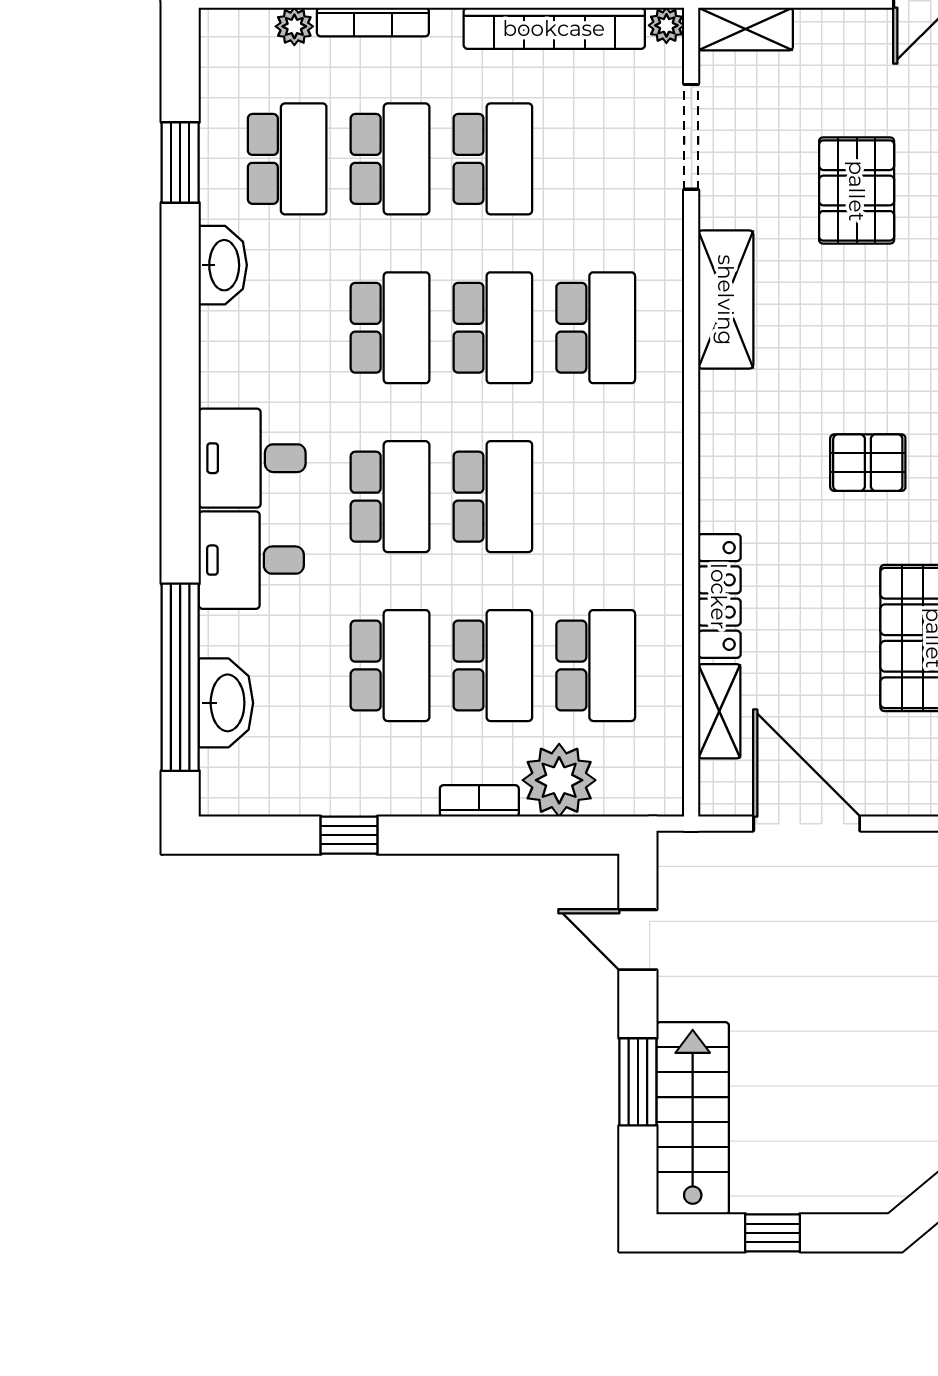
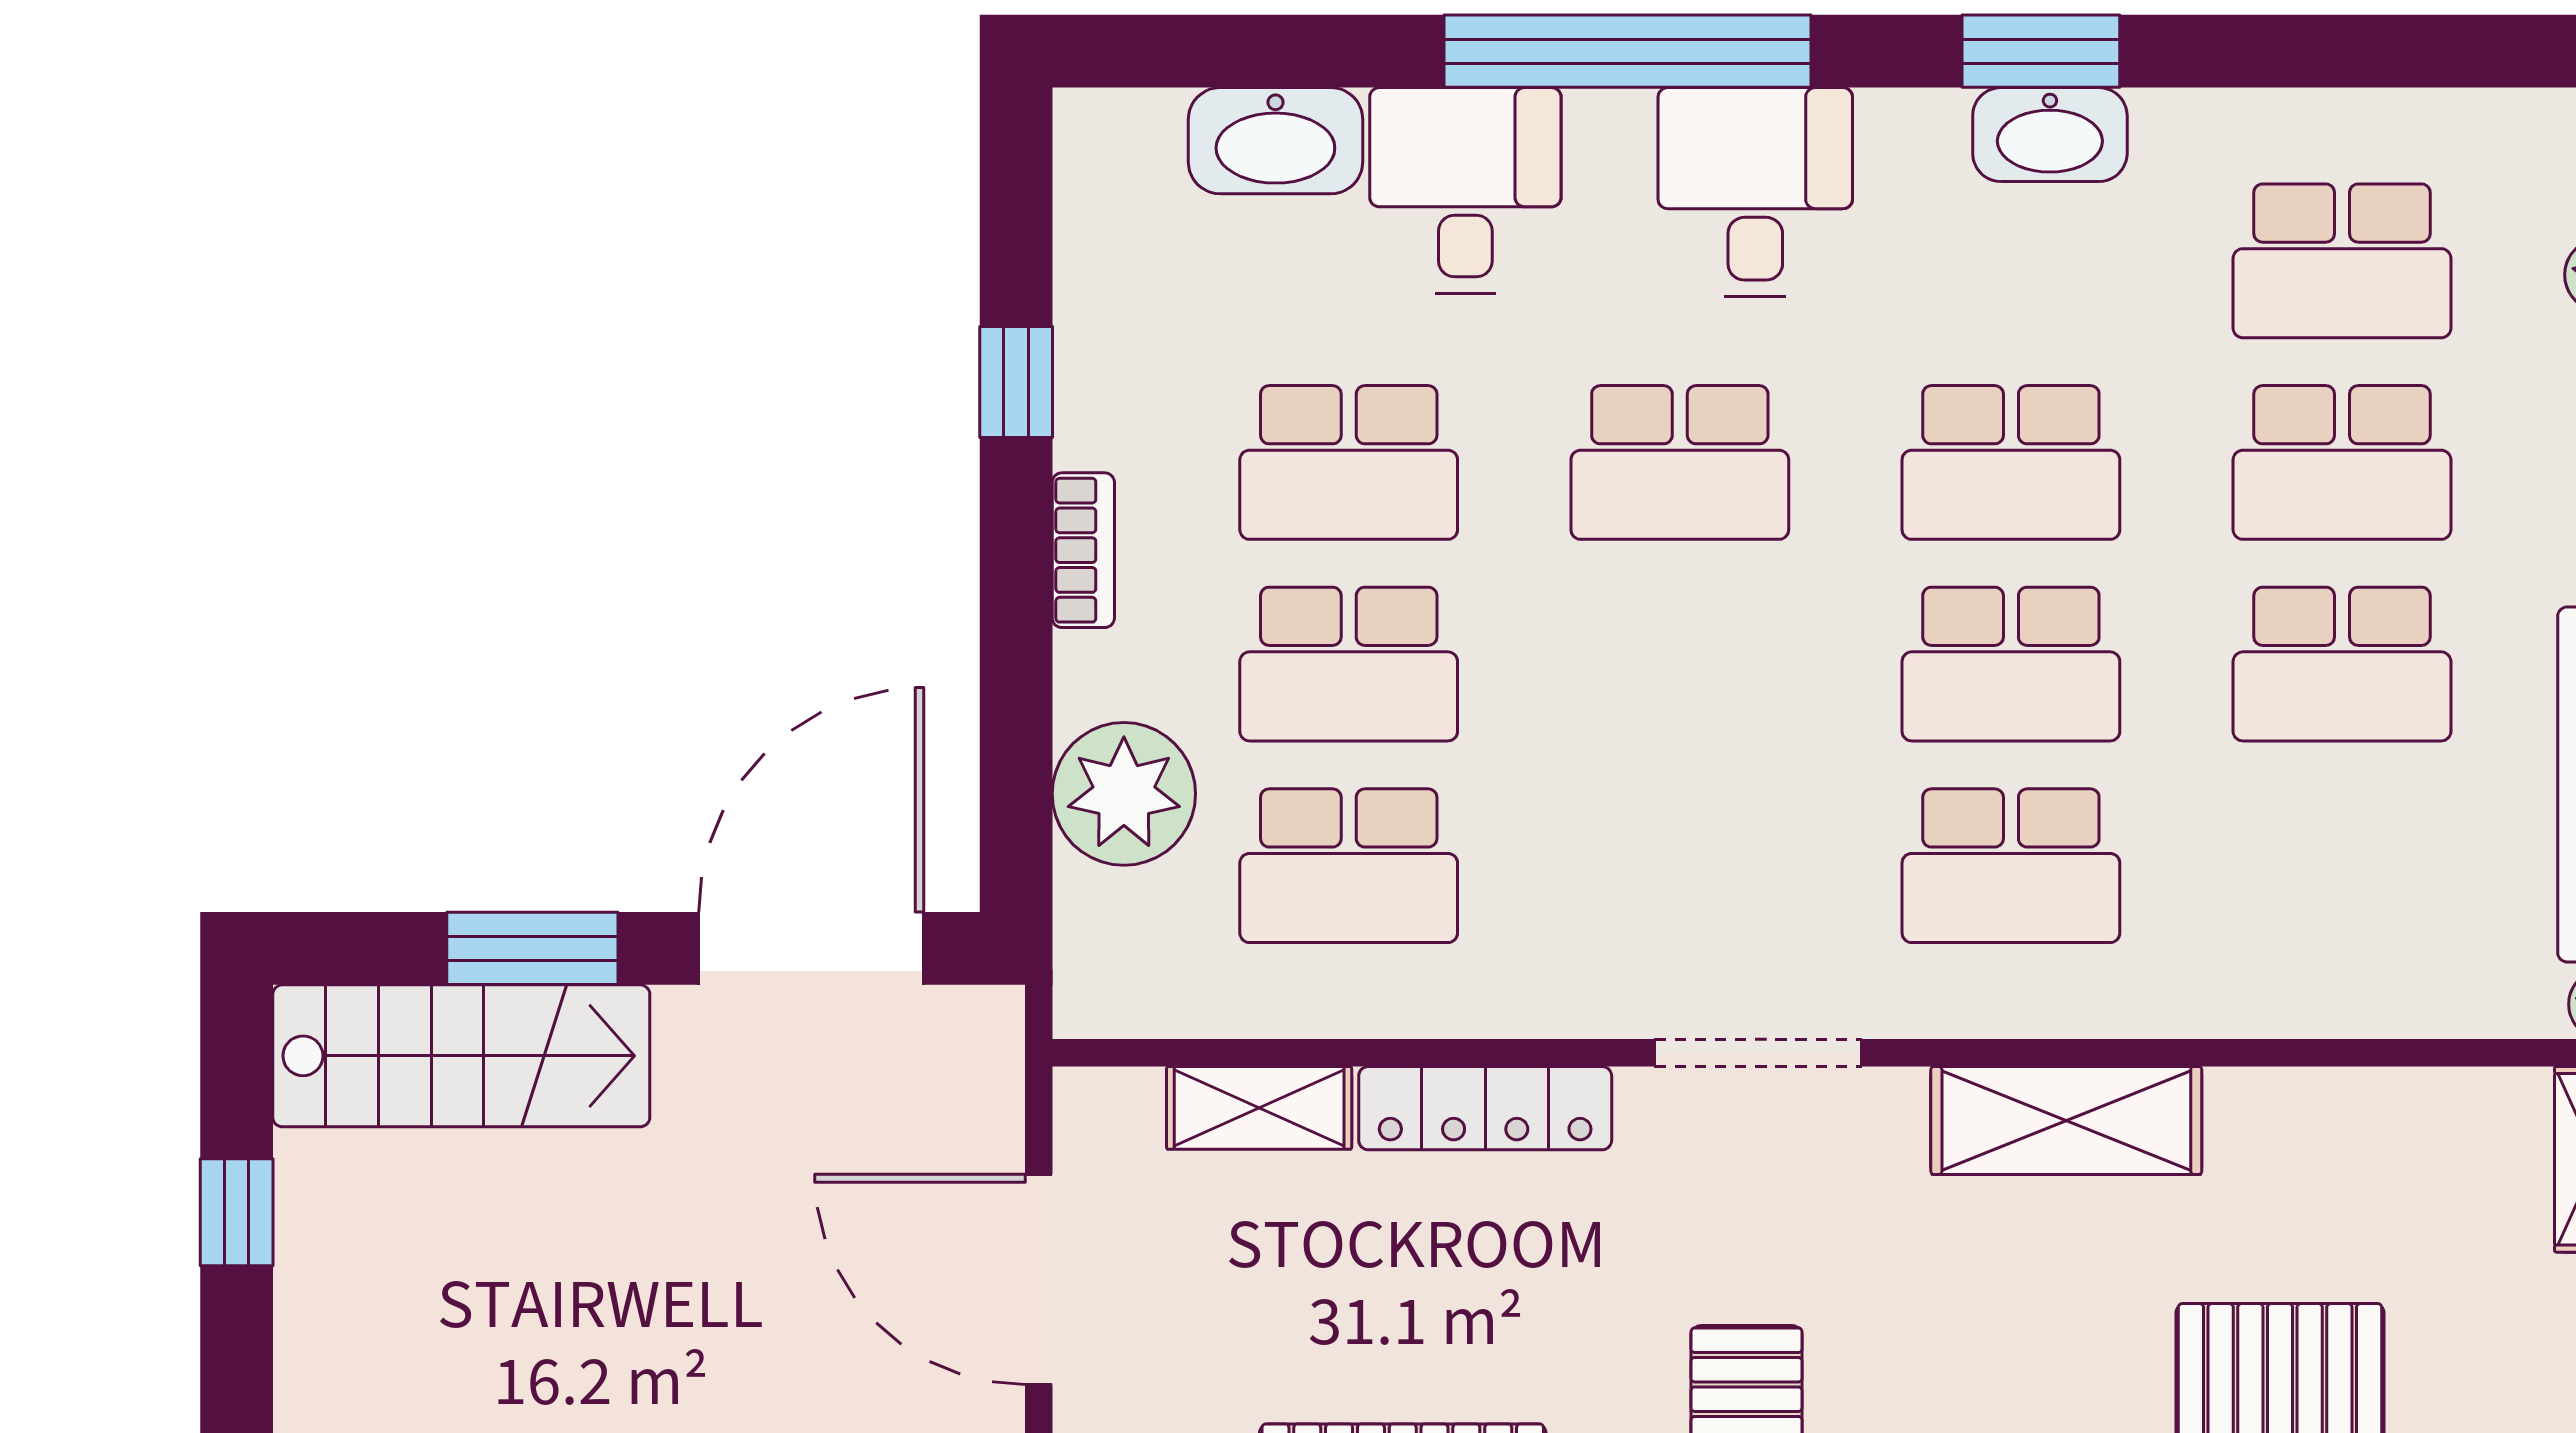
doorway: (691, 137) -> (1758, 1053), moved
window: (180, 162) -> (2041, 51), moved
washbasin: (223, 265) -> (2050, 135), moved
school desk: (493, 497) -> (1680, 664), removed
desk: (251, 560) -> (1465, 190), moved
window: (180, 677) -> (1628, 51), moved
bookcase: (479, 801) -> (1083, 550), moved
door: (807, 824) -> (1039, 1279), swing flipped
door: (638, 940) -> (811, 948), width x1.87

